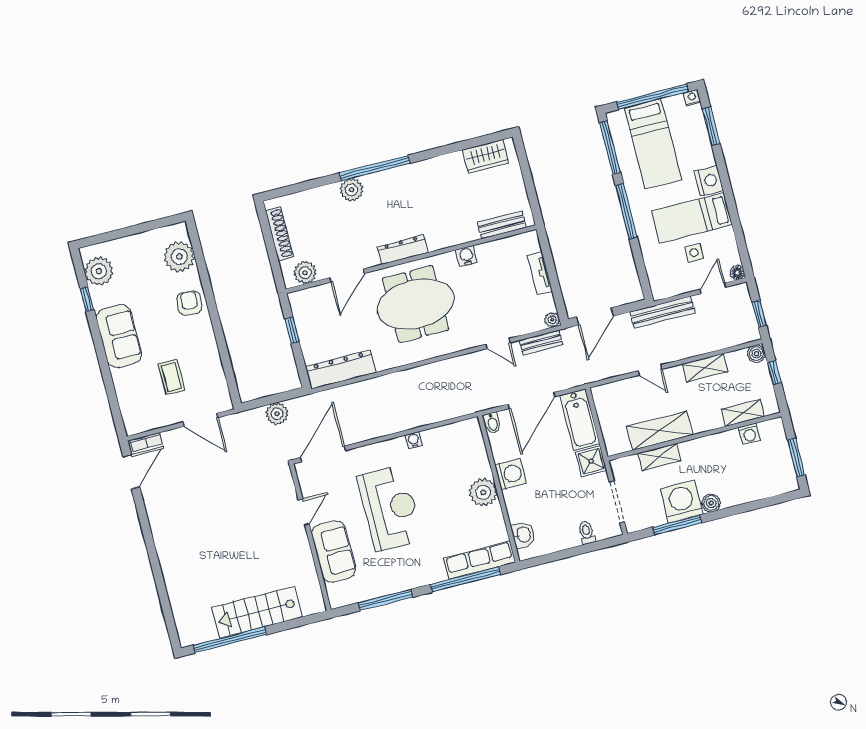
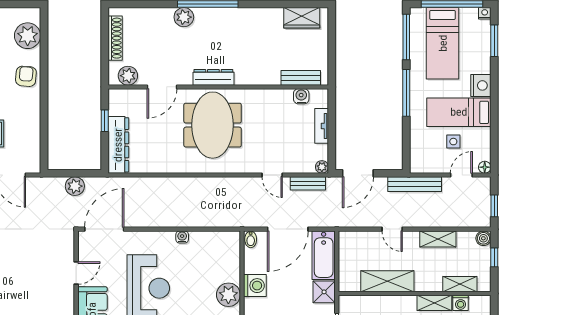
water cooler: (466, 256) -> (301, 96), moved
meeting table: (416, 304) -> (213, 125), turned 90
dresser: (341, 369) -> (118, 145), moved, turned 90
shelving: (659, 457) -> (434, 303), moved

